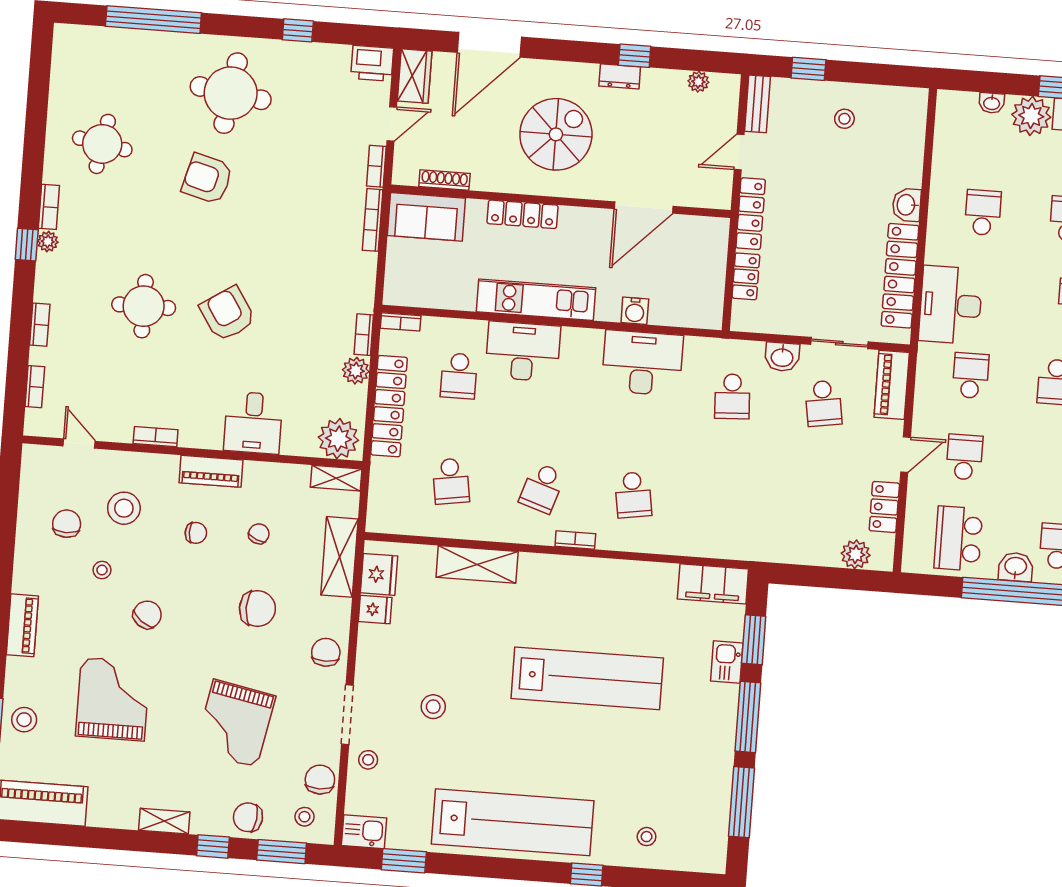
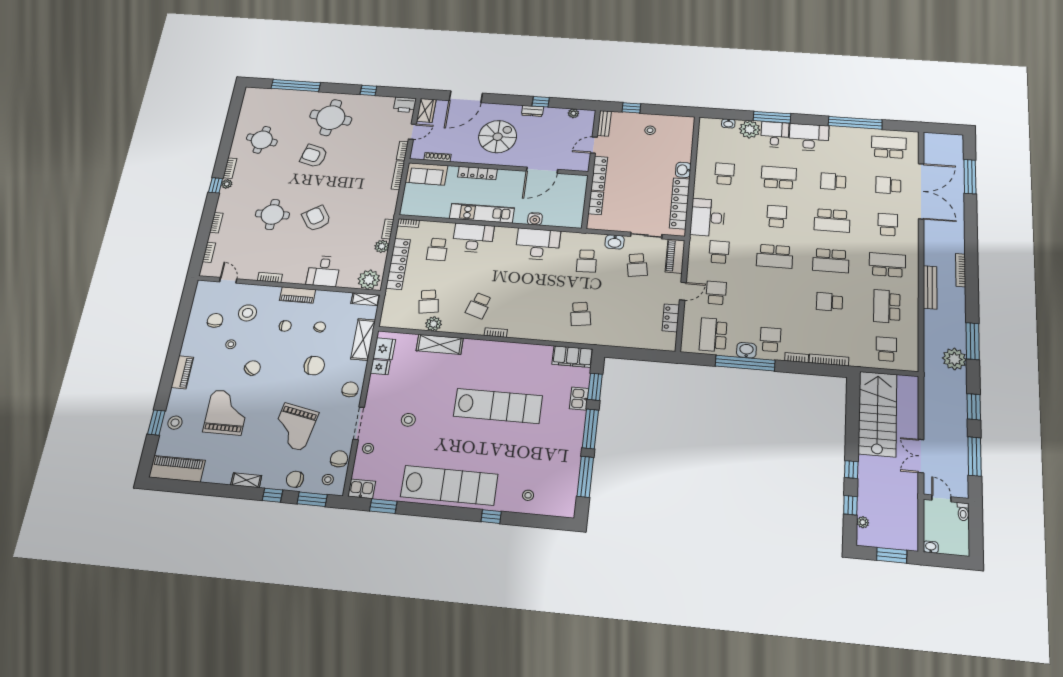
school desk: (633, 495) -> (580, 314), moved
plant: (856, 554) -> (434, 324), moved

